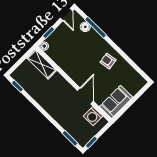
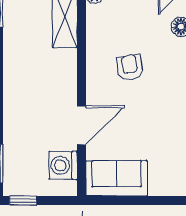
armchair: (108, 61) -> (130, 67), moved

